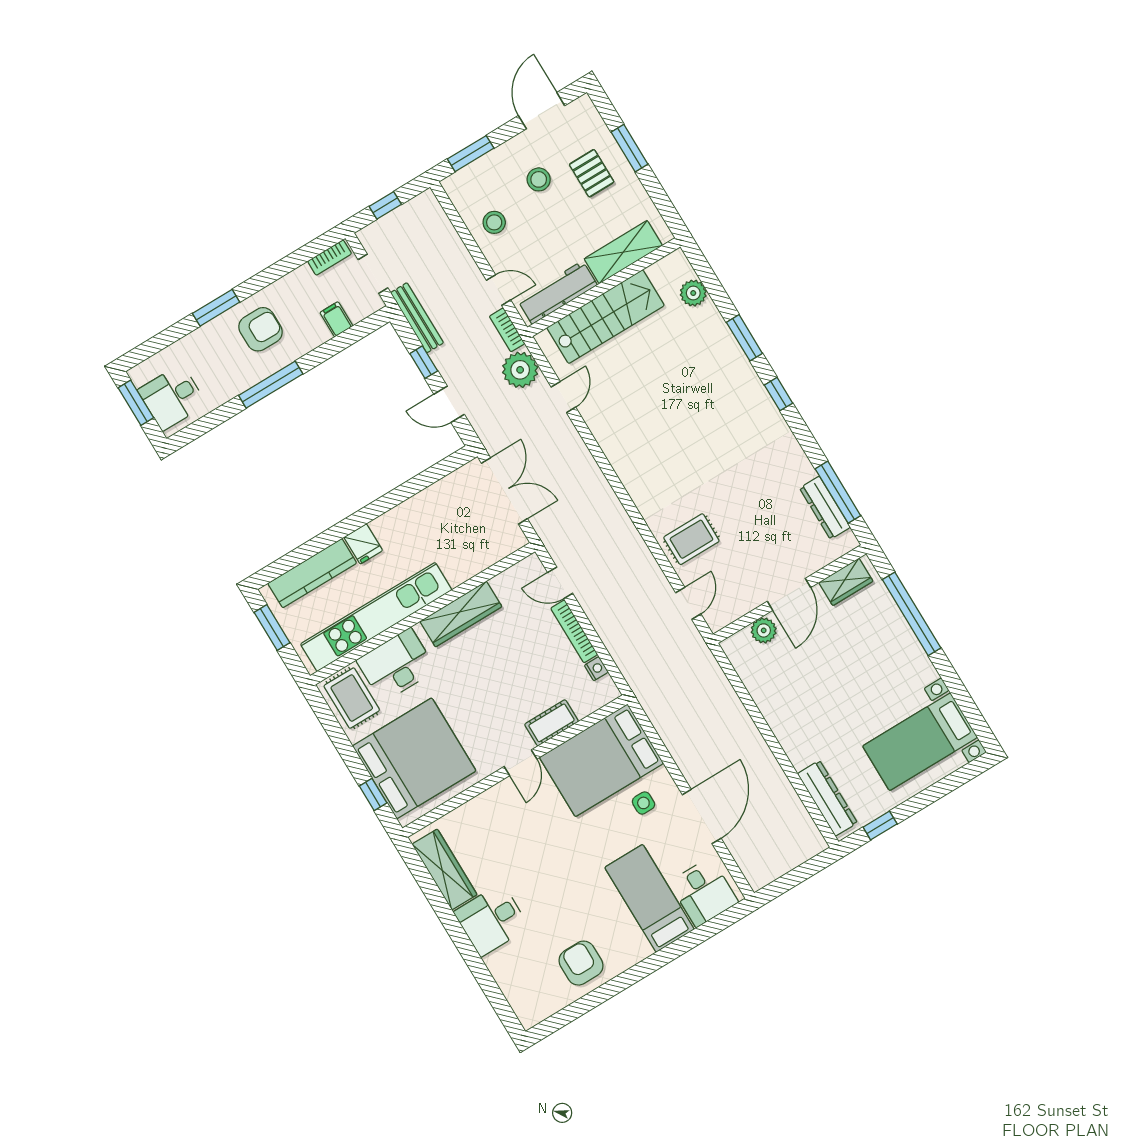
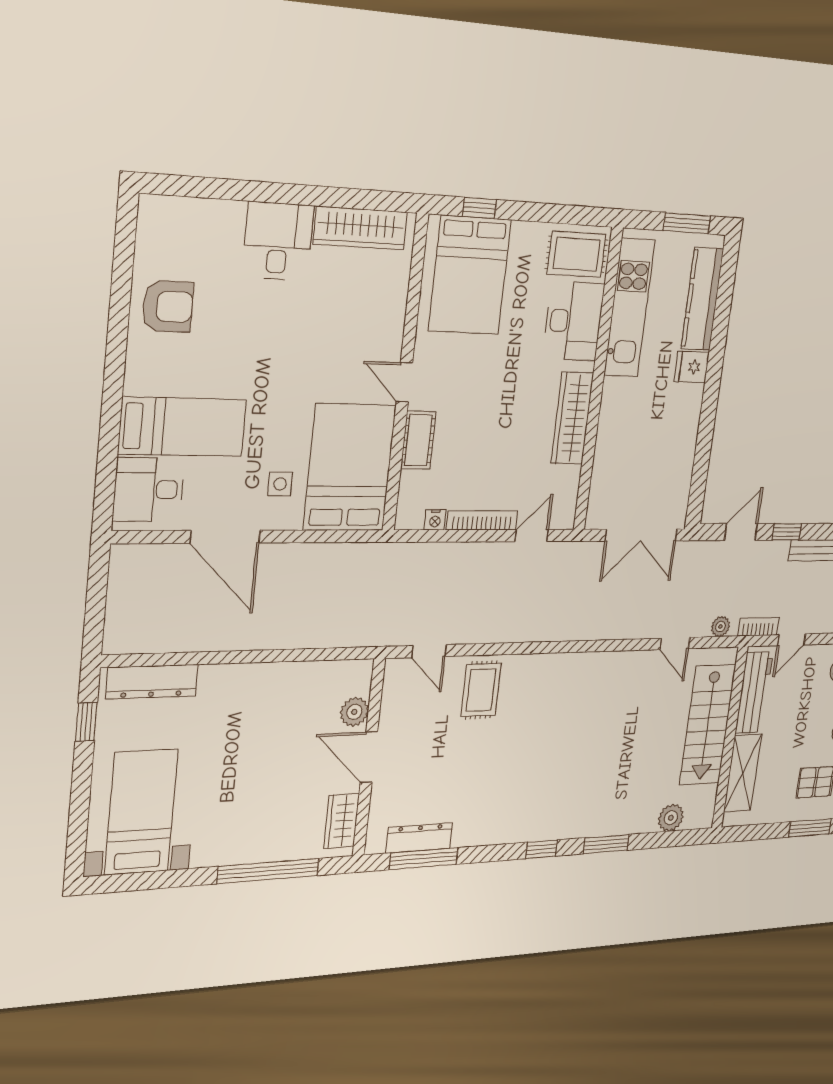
plant: (520, 370) -> (720, 627), width x0.53, depth x0.53
kitchen unit: (376, 617) -> (629, 308), width x0.73
bed: (414, 758) -> (470, 275), width x0.73

